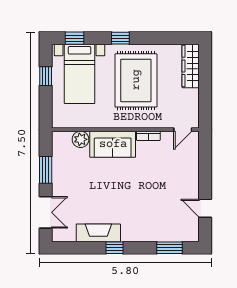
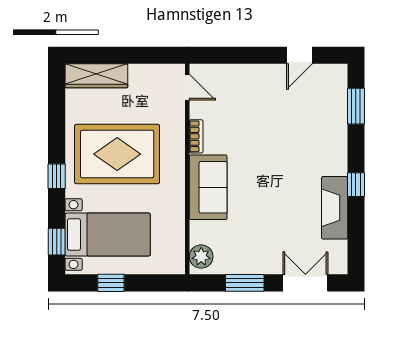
plant: (81, 139) -> (201, 257), moved

